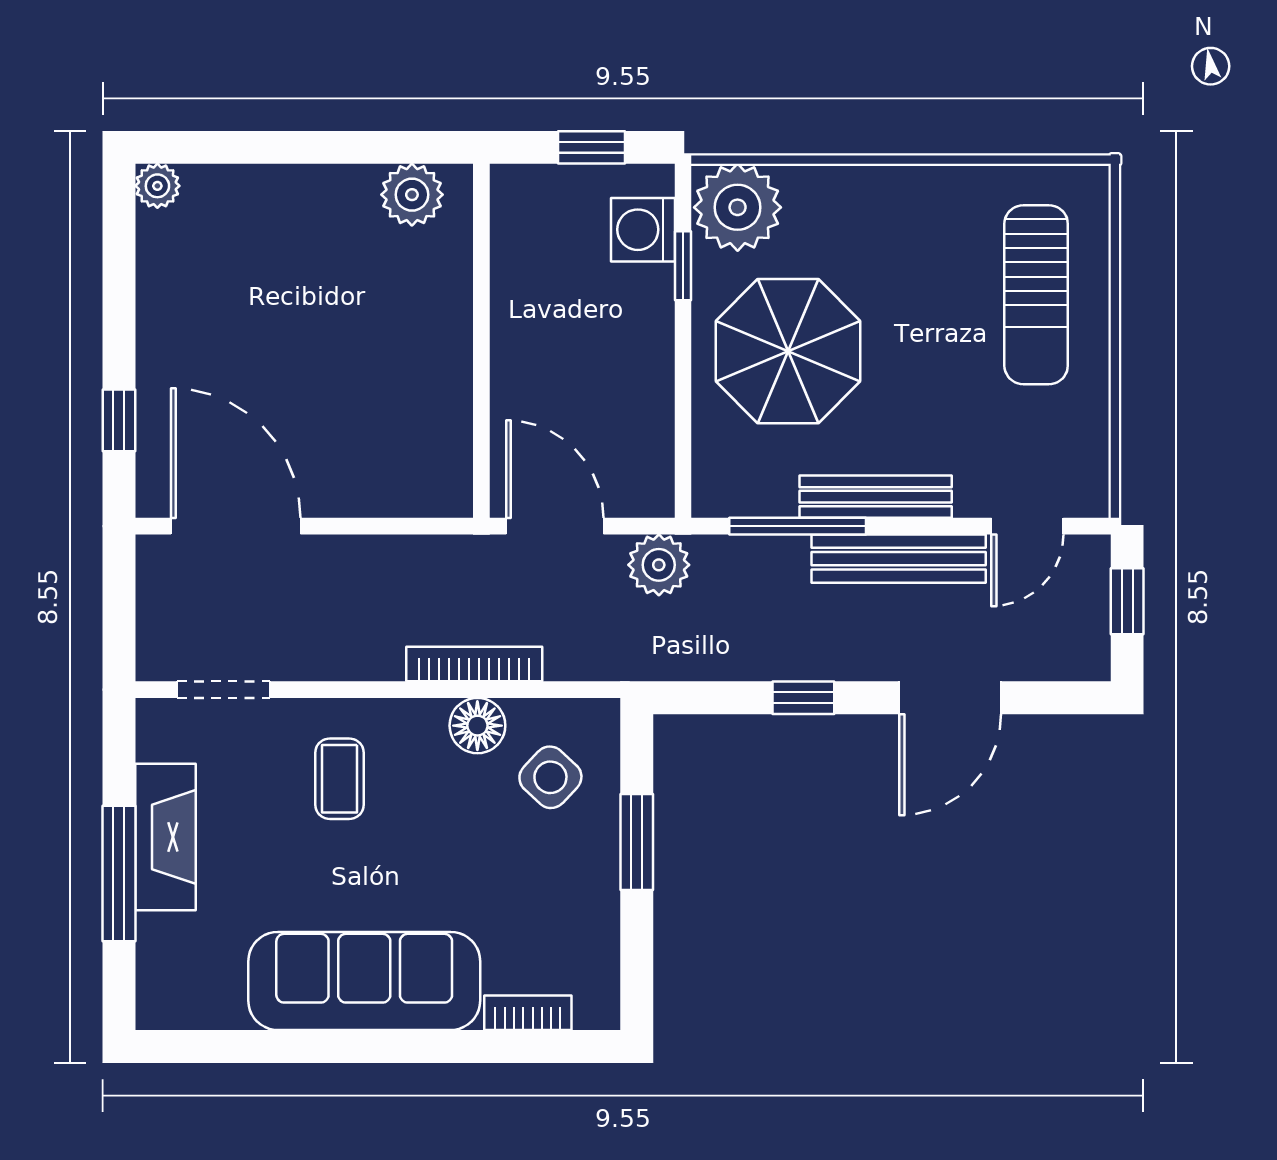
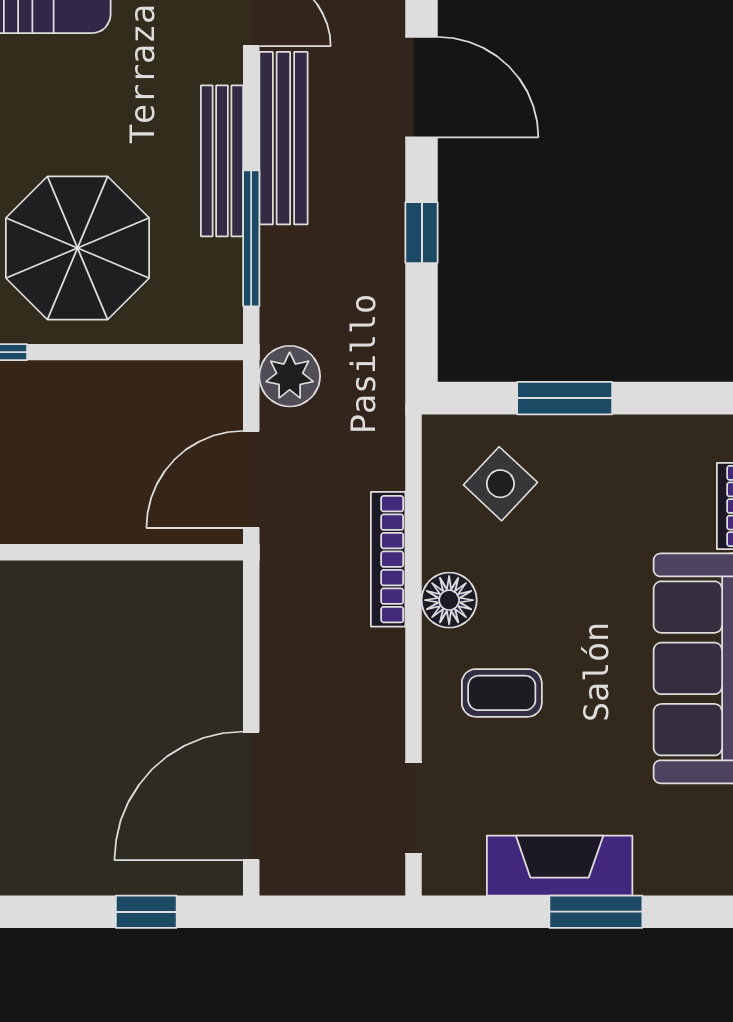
floor lamp: (477, 726) -> (449, 600), moved
window: (119, 873) -> (596, 912), width x0.69

